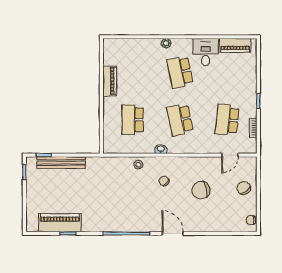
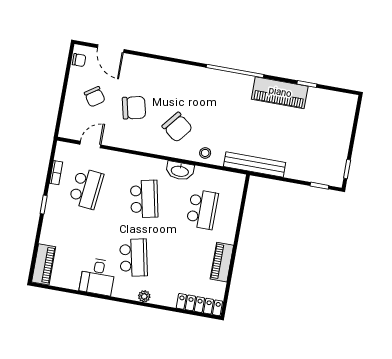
locker: (121, 44) -> (199, 305), added
piano: (235, 45) -> (44, 264), moved, turned 90
washbasin: (161, 149) -> (180, 171), width x1.91, depth x1.45
bench: (61, 163) -> (255, 165), moved
chair: (164, 181) -> (177, 127), width x1.87, depth x1.87
chair: (244, 188) -> (95, 97), moved
piano: (60, 223) -> (280, 93), moved
door: (173, 233) -> (111, 49), moved

